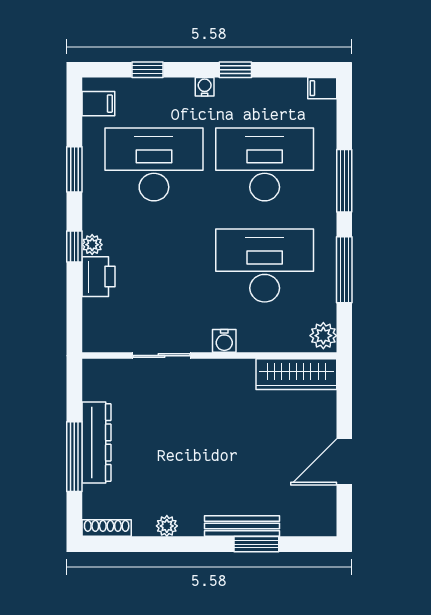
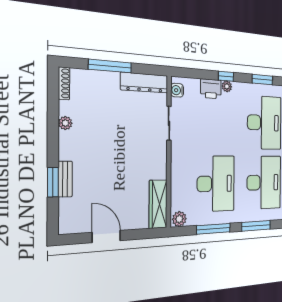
water cooler: (224, 341) -> (177, 90), moved
dresser: (96, 442) -> (144, 83), moved
bench: (242, 526) -> (65, 179), width x0.73

